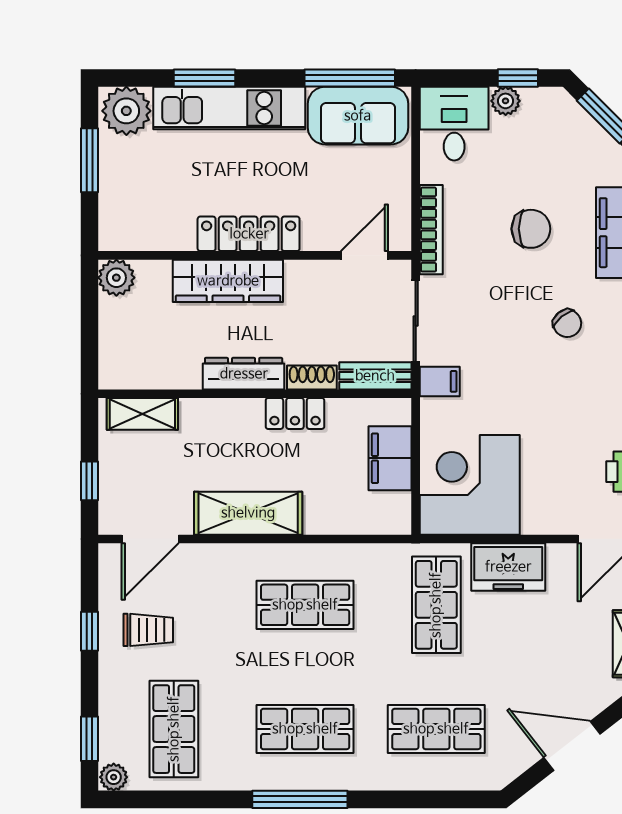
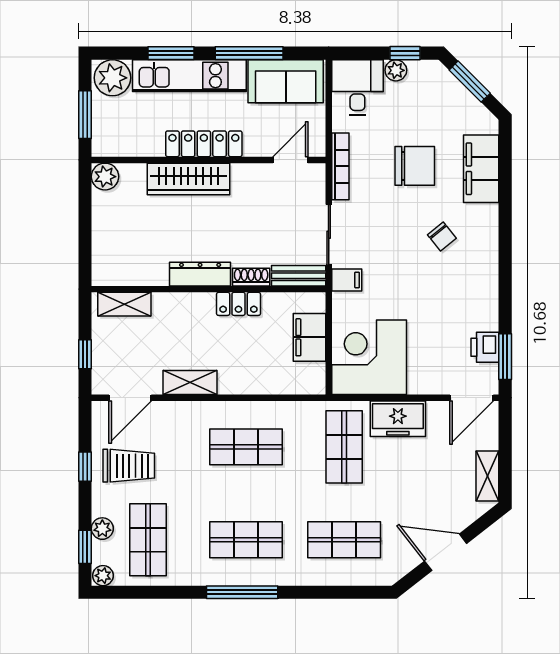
window: (350, 78) -> (249, 53), moved
chair: (531, 229) -> (415, 166), width x1.37, depth x1.37
locker: (249, 234) -> (204, 144), moved
wall: (255, 255) -> (209, 160), moved
door: (364, 255) -> (290, 160), moved
plant: (116, 278) -> (105, 177), moved
wardrobe: (228, 281) -> (188, 179), moved
shelving: (248, 513) -> (190, 382), width x0.67, depth x0.75
trolley: (148, 630) -> (129, 466), width x1.36, depth x1.39
plant: (113, 714) -> (102, 529), added

